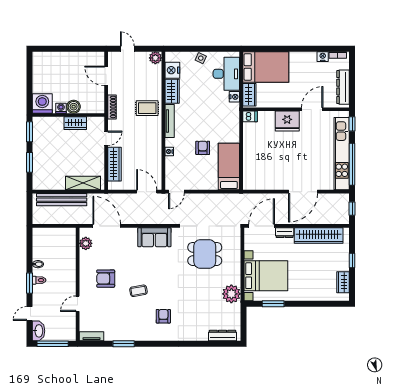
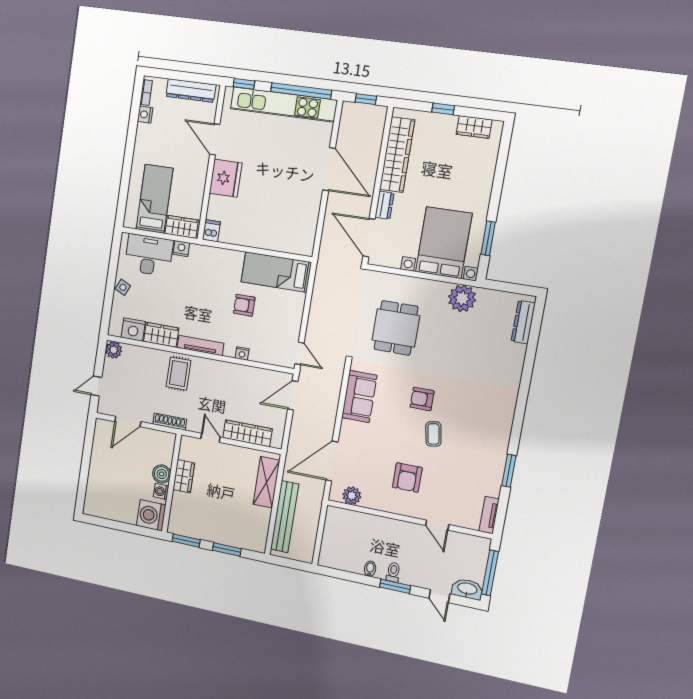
bed: (266, 67) -> (155, 199), width x0.67
armchair: (163, 316) -> (422, 399), moved

